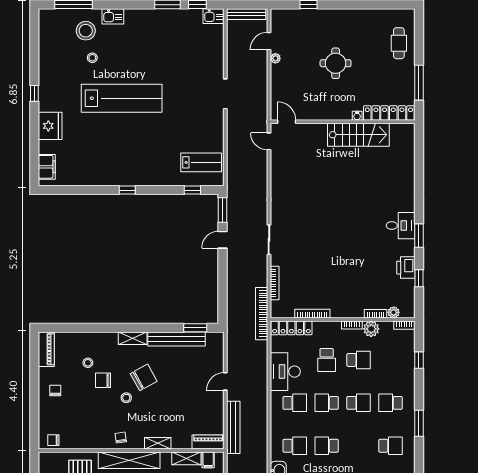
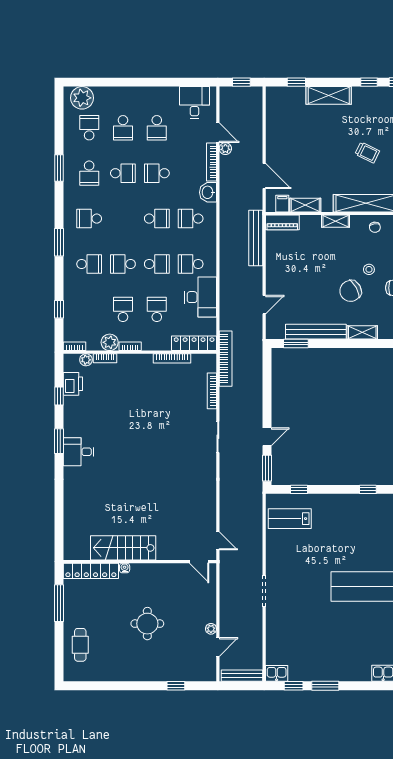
printer: (406, 268) -> (73, 384), moved
school desk: (359, 360) -> (123, 309), turned 90
door: (225, 381) -> (264, 305), moved

